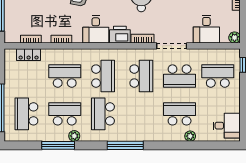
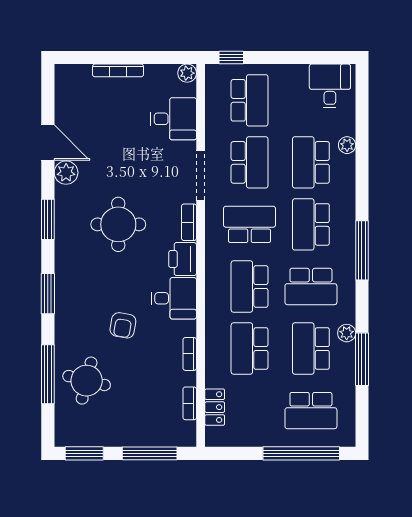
school desk: (103, 76) -> (250, 286), turned -90
school desk: (218, 76) -> (250, 100), turned 180
school desk: (141, 114) -> (311, 224), added

